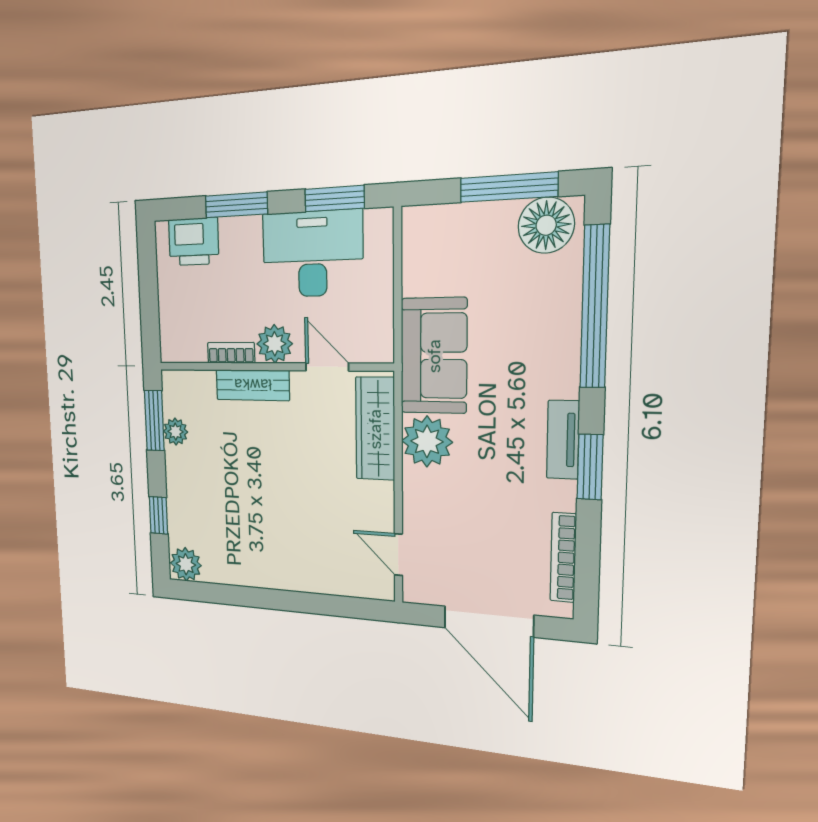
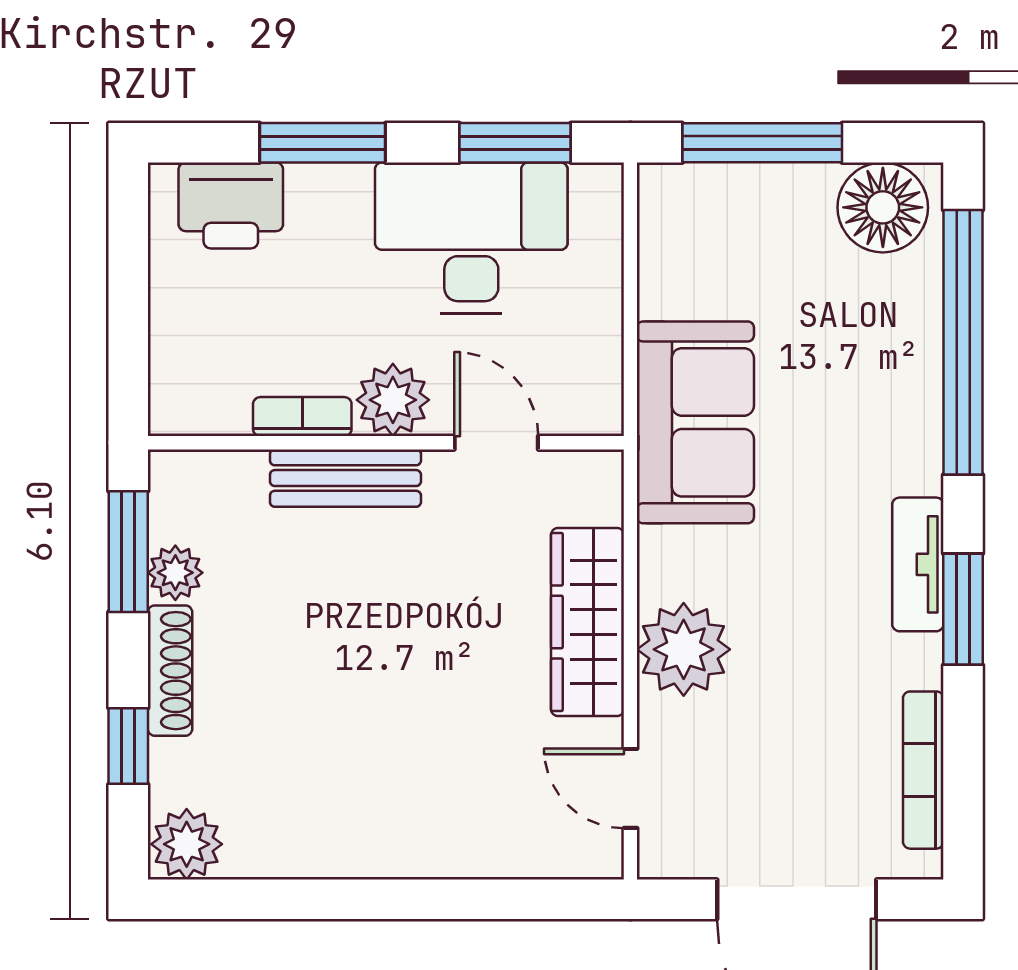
window: (509, 187) -> (762, 143), moved
wardrobe: (375, 429) -> (587, 622), moved
plant: (427, 441) -> (684, 649), moved
shoe rack: (175, 480) -> (170, 671), added

